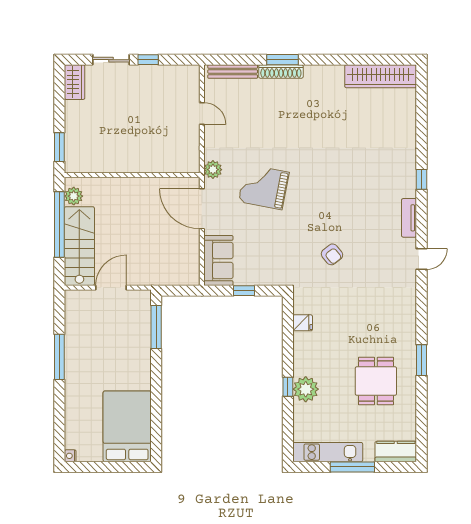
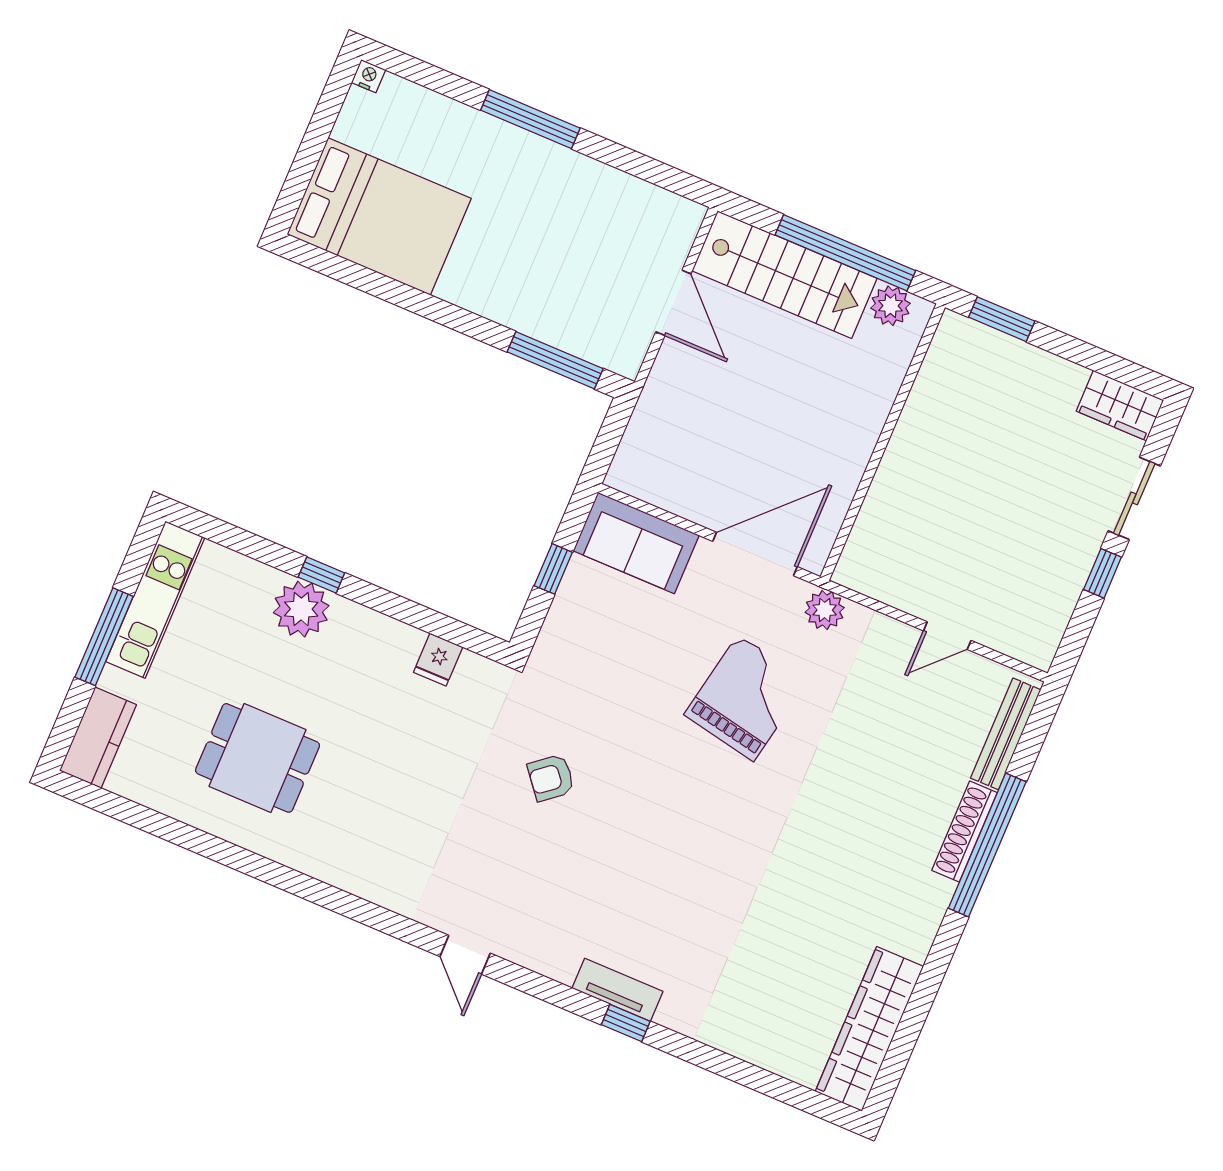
window: (283, 60) -> (987, 845), width x2.11
tv unit: (409, 218) -> (618, 990), moved
window: (59, 357) -> (530, 119), moved
window: (422, 360) -> (261, 868), removed

